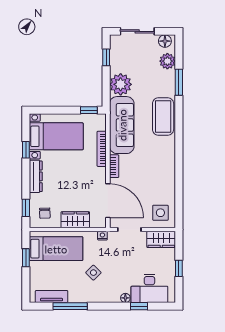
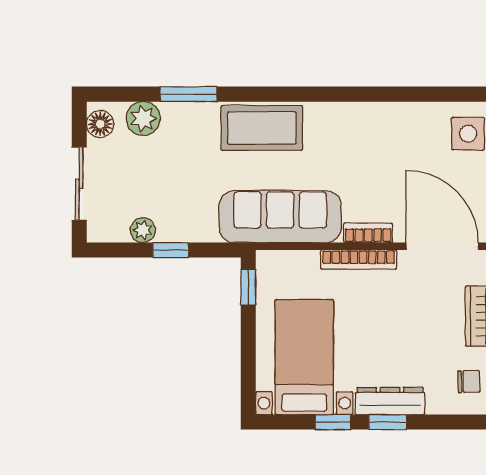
window: (106, 57) -> (171, 250), moved
plant: (121, 84) -> (143, 230), moved, width x0.53, depth x0.53
bookcase: (102, 149) -> (359, 259), moved
door: (108, 201) -> (442, 246), hinge flipped
window: (26, 208) -> (388, 422), moved

